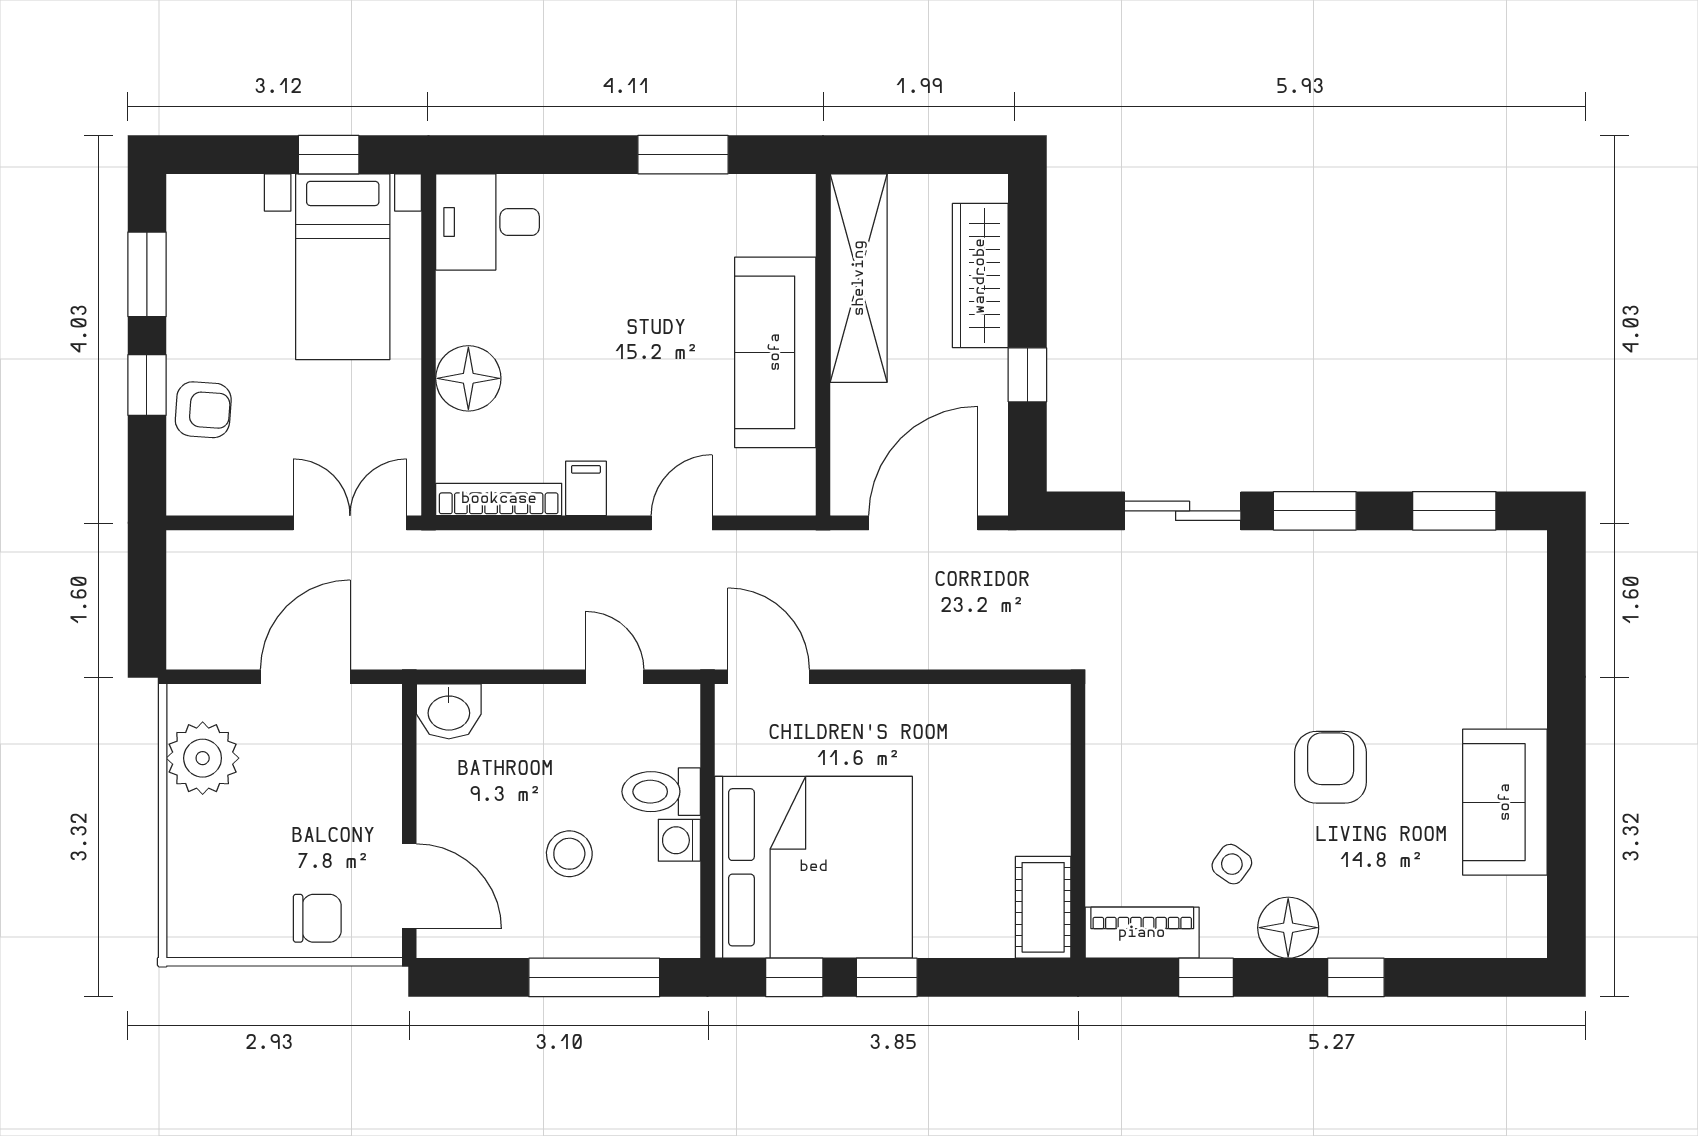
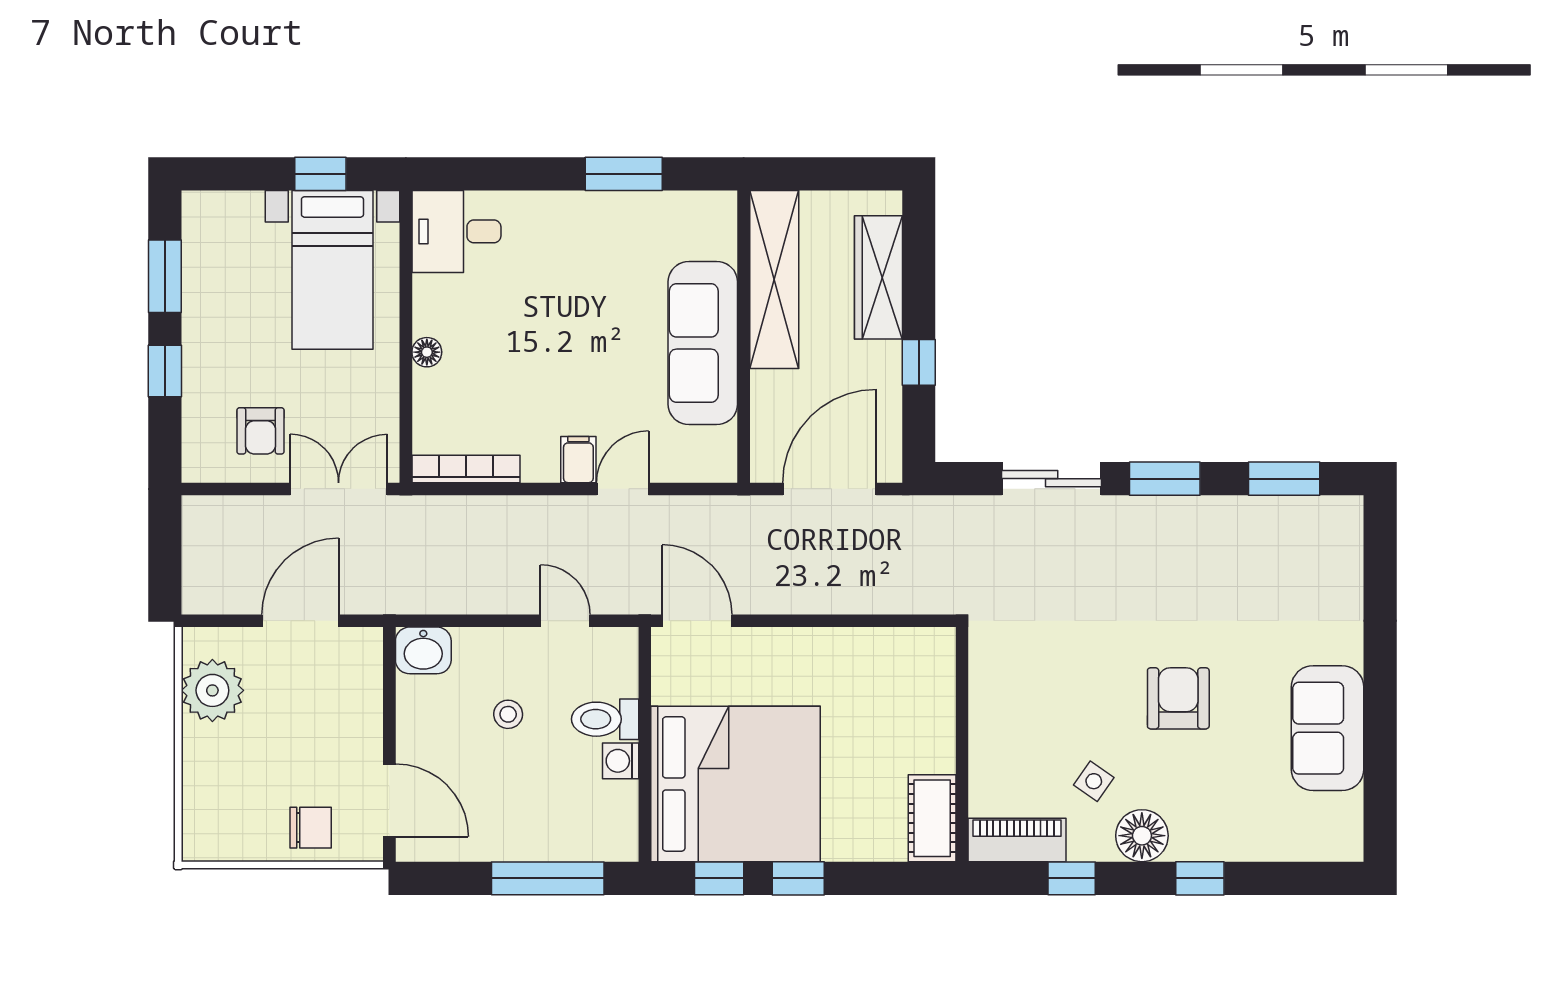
floor lamp: (468, 378) -> (427, 352), width x0.53, depth x0.53
armchair: (203, 410) -> (261, 431), moved, turned 86
filing cabinet: (586, 488) -> (578, 460), moved
stool: (569, 854) -> (508, 714), moved, width x0.73, depth x0.73

